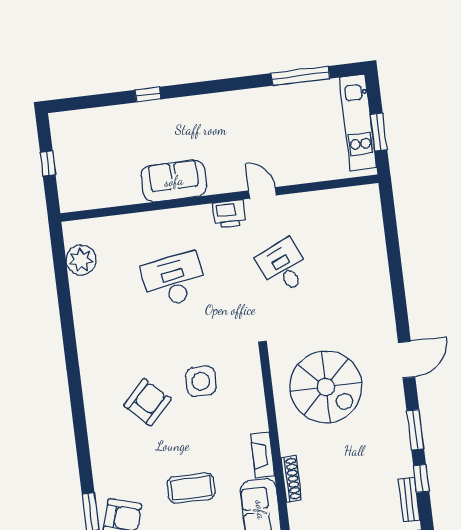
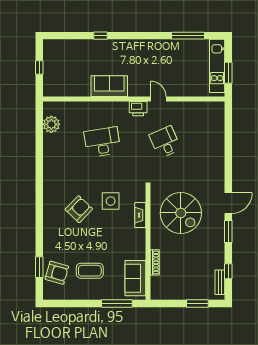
window: (415, 430) -> (228, 232), moved
fireplace: (263, 455) -> (140, 215), moved
coffee table: (191, 488) -> (90, 271), moved

